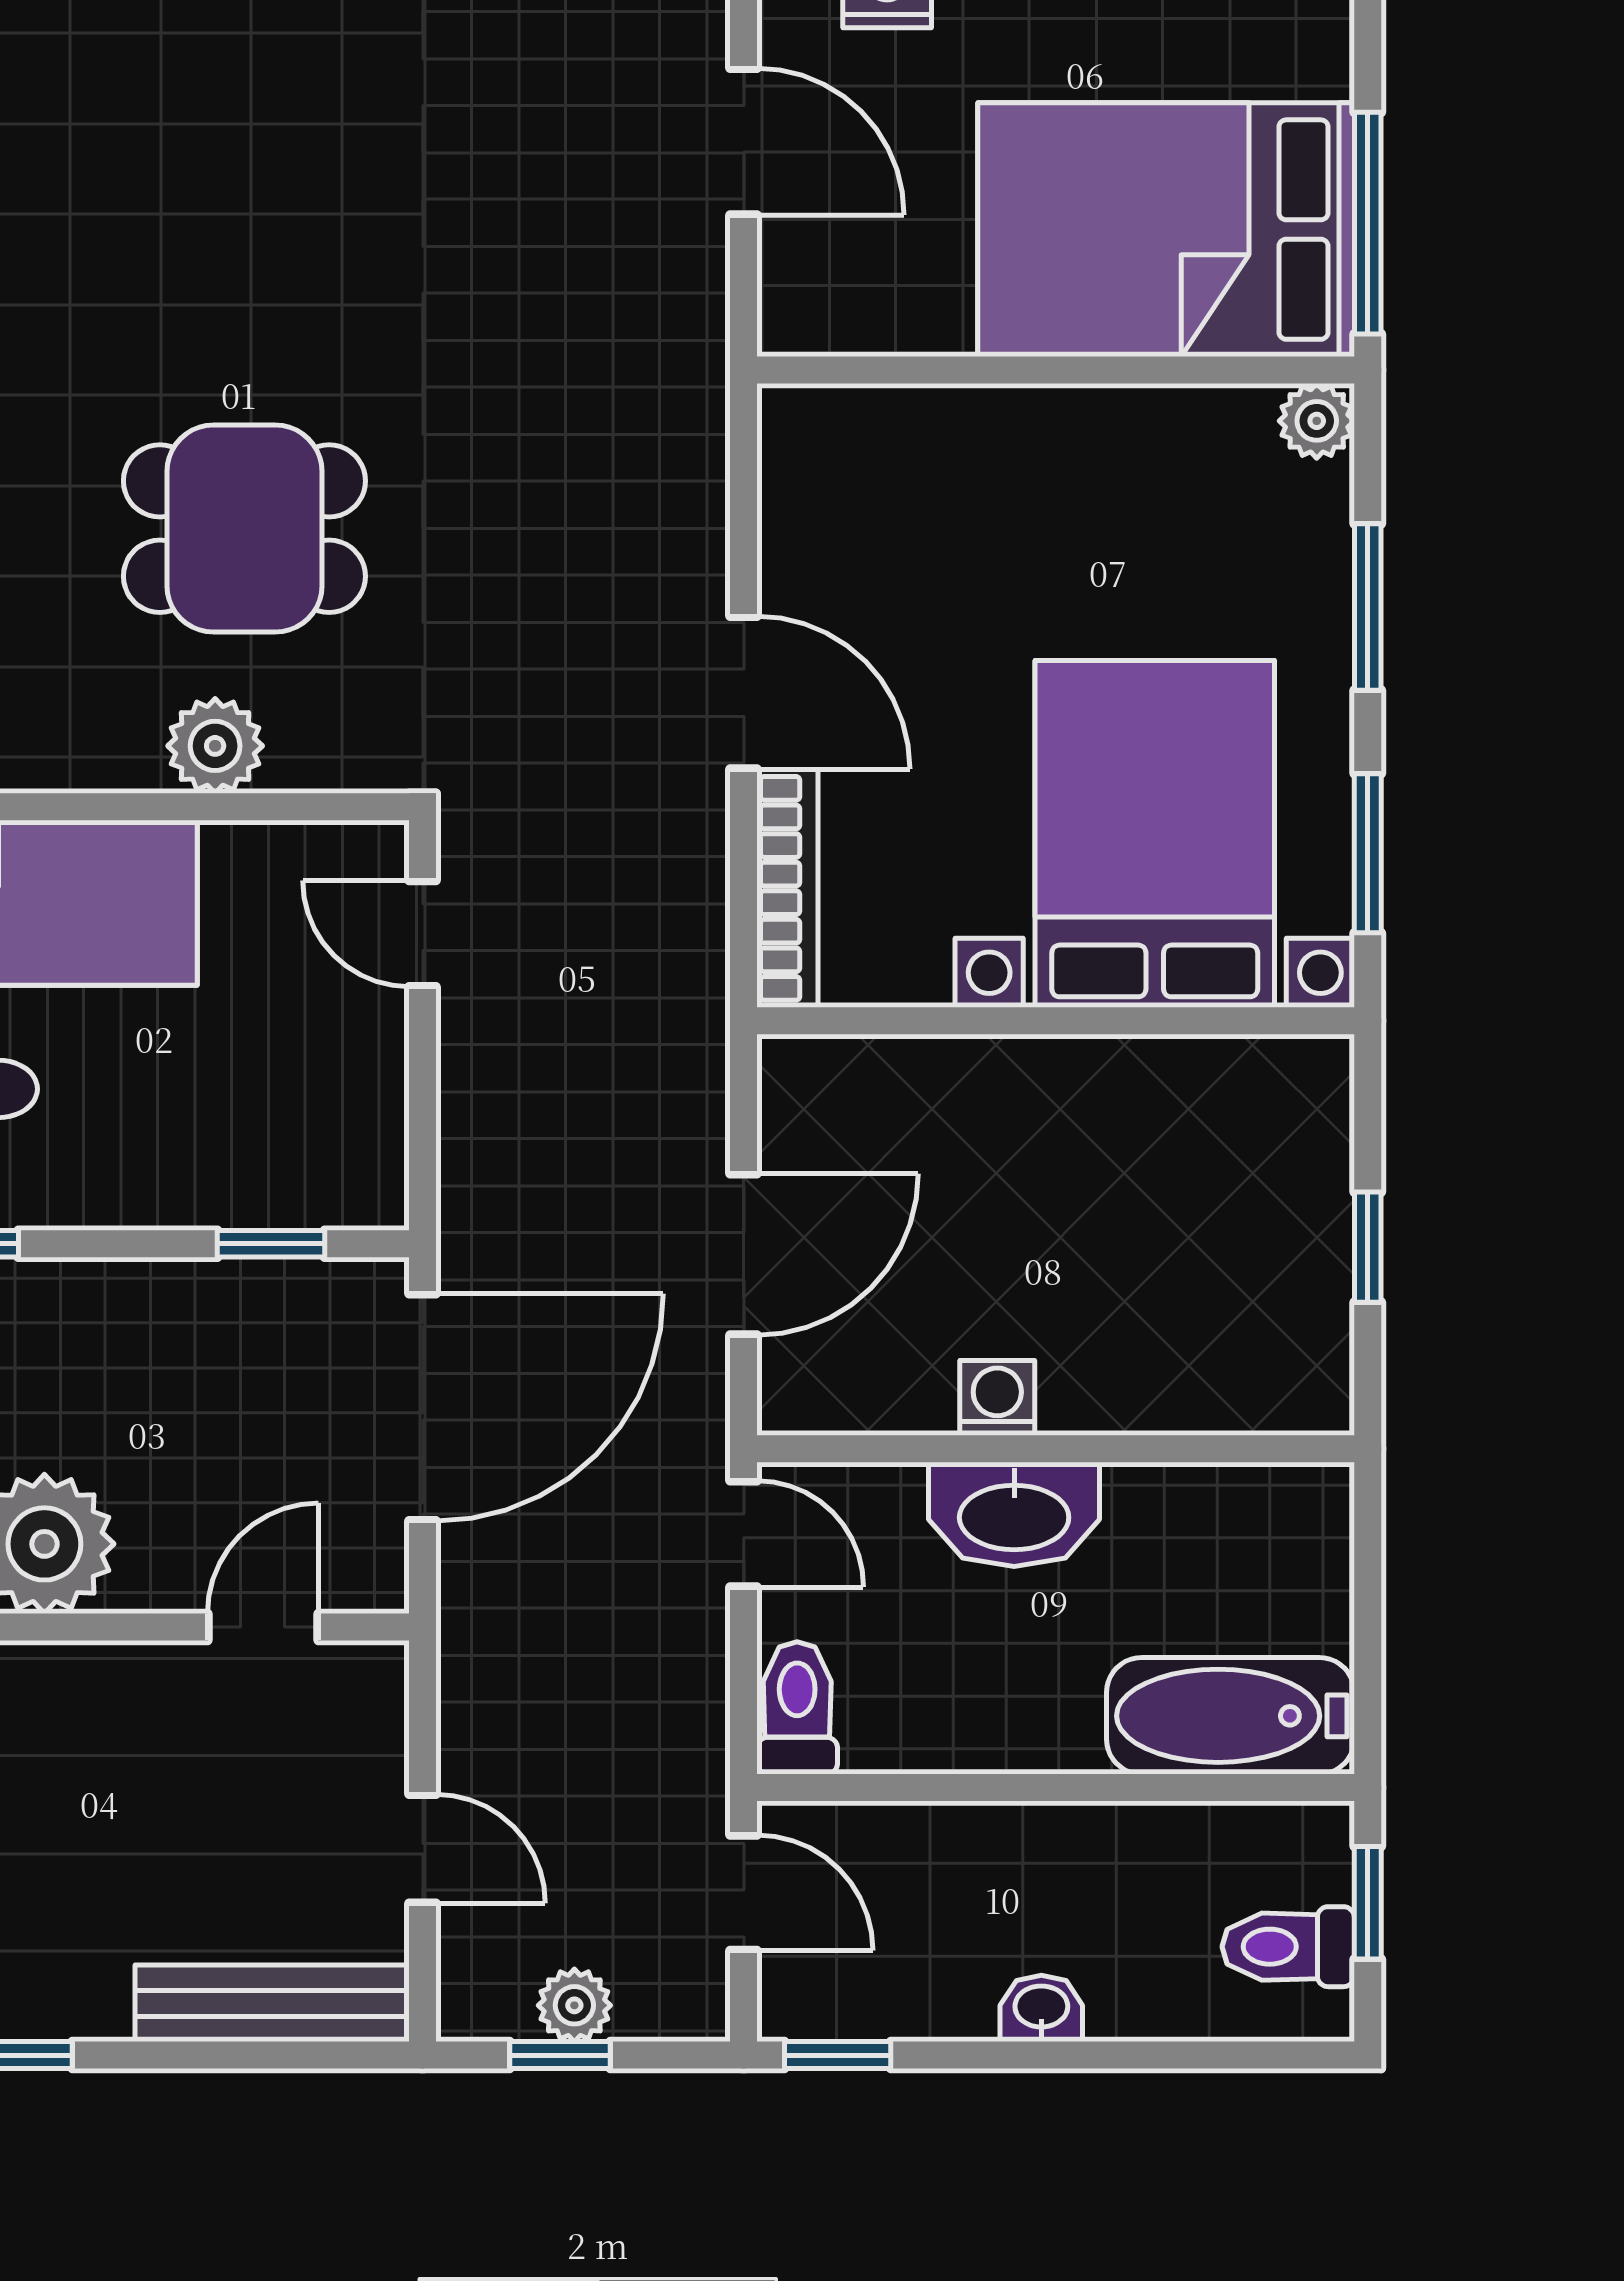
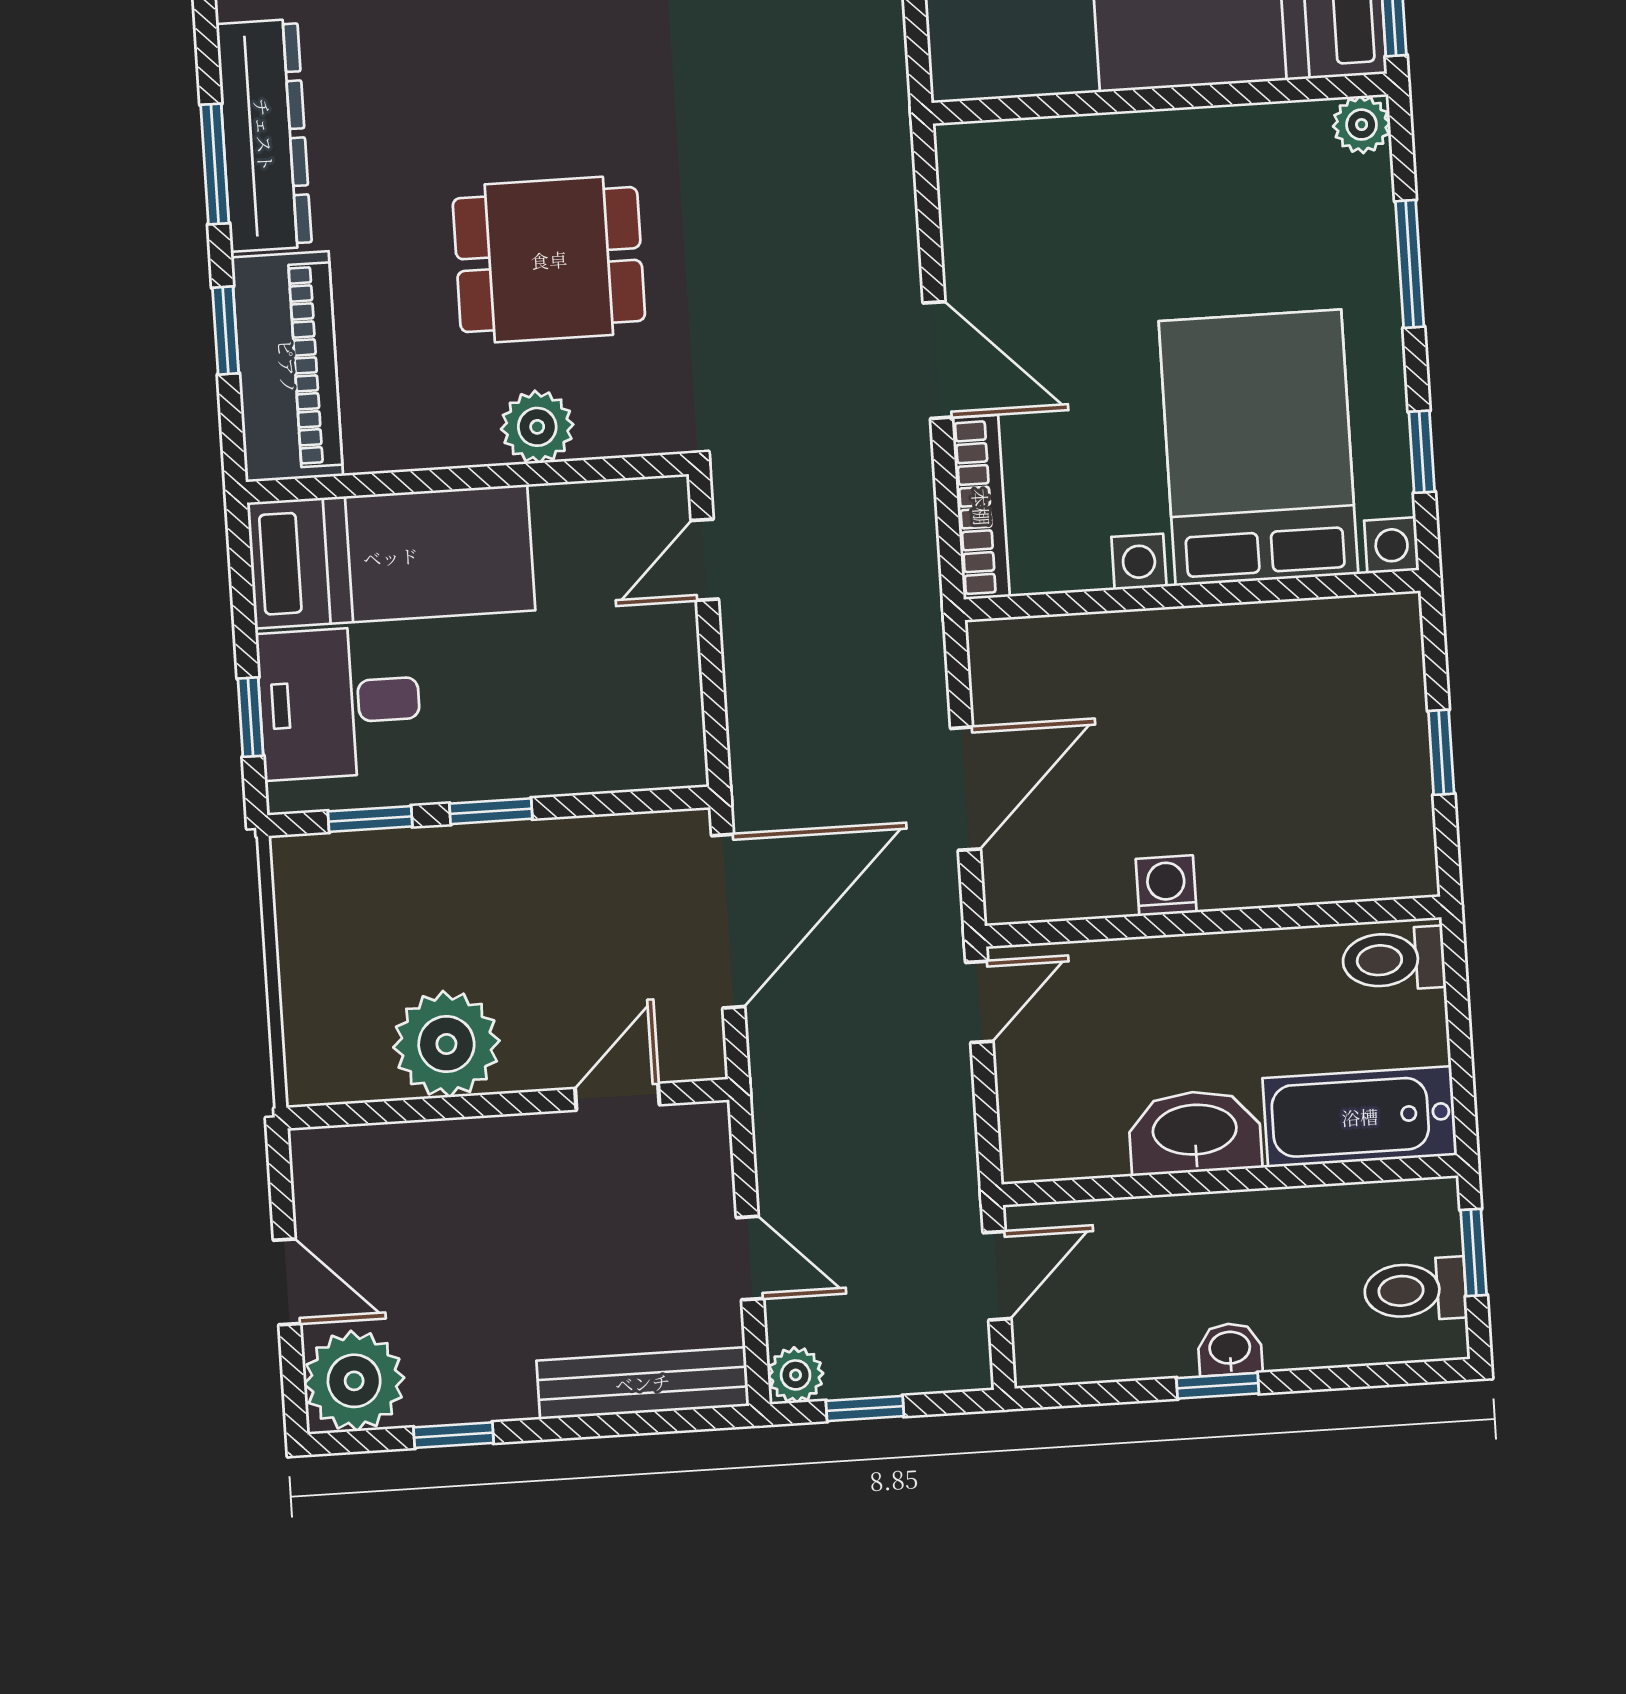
window: (1368, 853) -> (1422, 452), width x0.67
door: (423, 934) -> (705, 560), hinge flipped
window: (271, 1244) -> (491, 811), moved
washbasin: (1014, 1514) -> (1195, 1132), moved, turned 180
door: (744, 1534) -> (979, 1002), hinge flipped
toilet: (797, 1708) -> (1394, 959), moved, turned -90
door: (744, 1893) -> (997, 1276), hinge flipped
plant: (574, 2005) -> (796, 1375), moved
window: (838, 2055) -> (1218, 1386), moved

